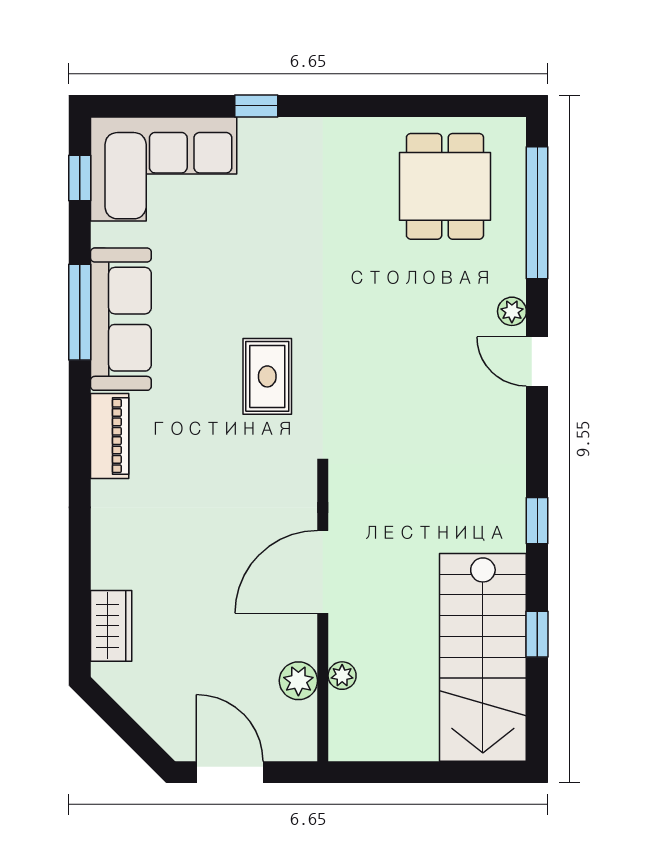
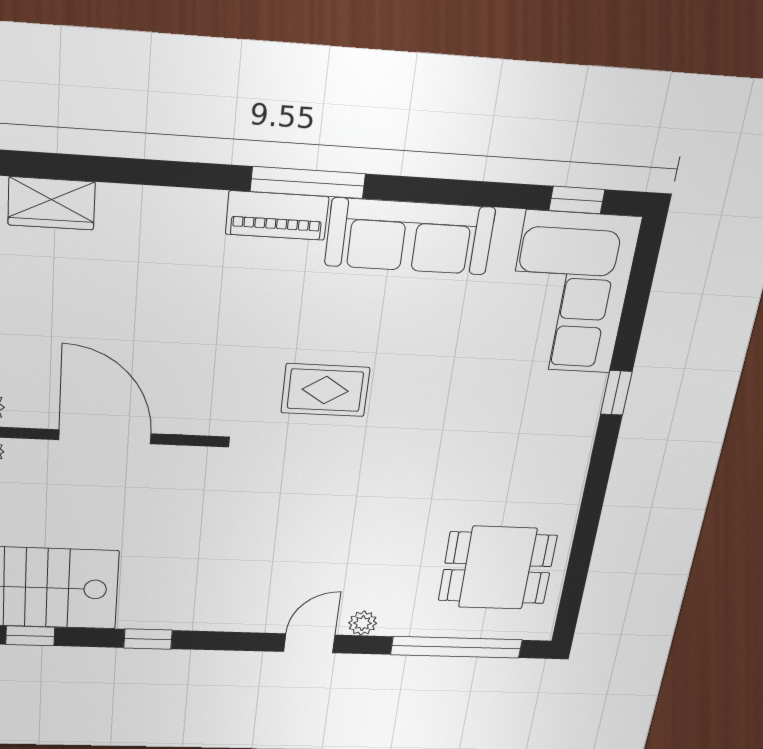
window: (80, 312) -> (308, 183), moved

